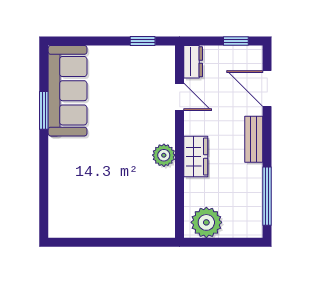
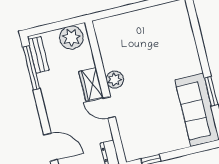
door: (180, 97) -> (109, 108), moved
bench: (254, 139) -> (39, 55), moved

